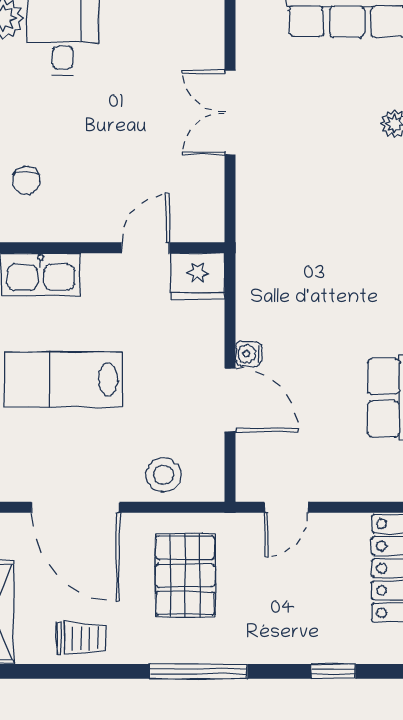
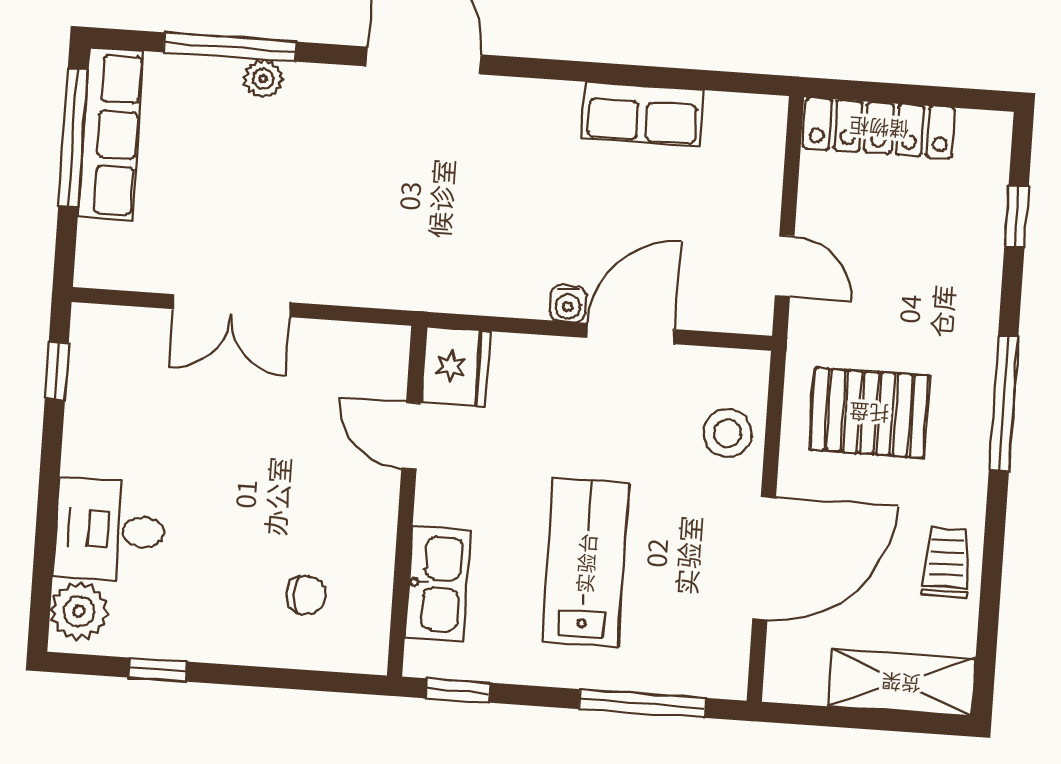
lab bench: (63, 379) -> (586, 563), turned 180

